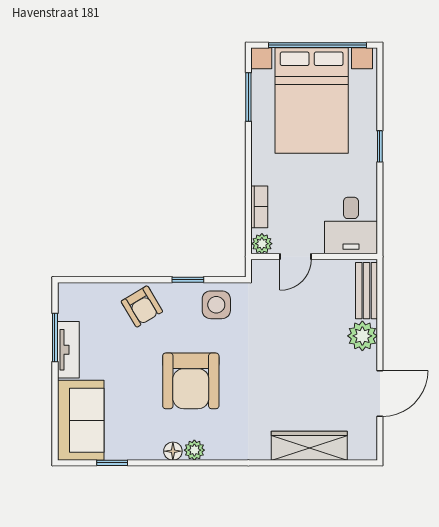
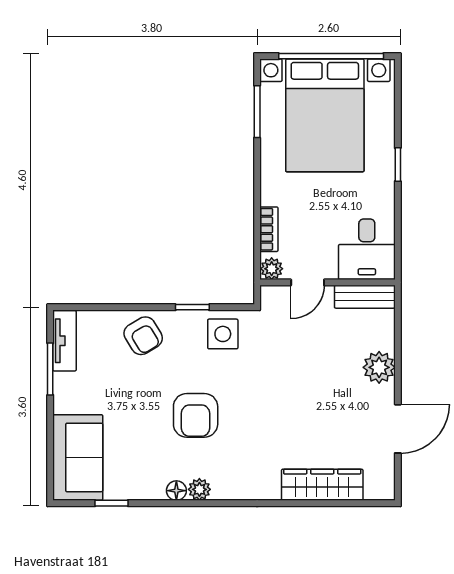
bench: (367, 291) -> (365, 297), moved, turned 90
tv unit: (68, 350) -> (65, 341), moved
armchair: (191, 381) -> (196, 415), width x0.73, depth x0.73

